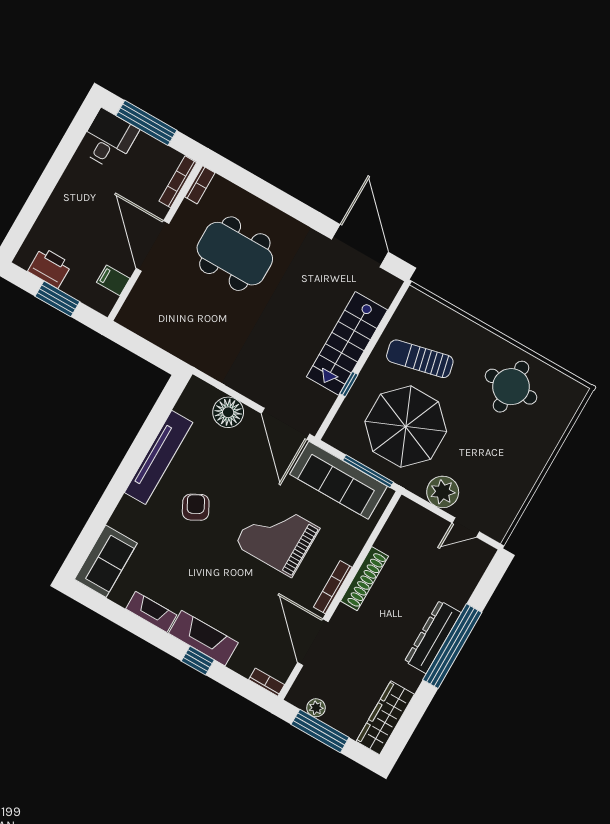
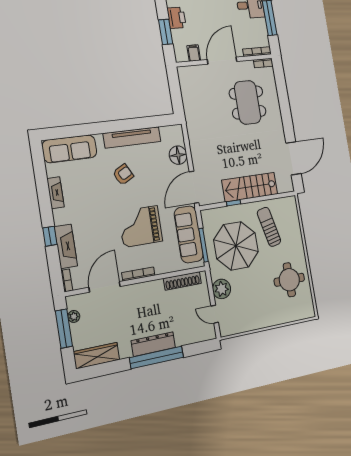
grand piano: (277, 537) -> (140, 226), turned -90
sofa: (106, 561) -> (70, 149), width x1.36
shoe rack: (364, 579) -> (182, 281), moved
fireplace: (203, 638) -> (66, 246), moved

